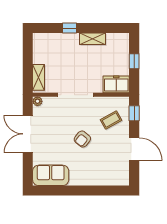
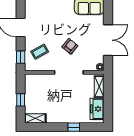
shelving: (92, 39) -> (35, 118), moved
freezer: (116, 84) -> (97, 109), moved, turned 90
armchair: (82, 139) -> (70, 46), moved

